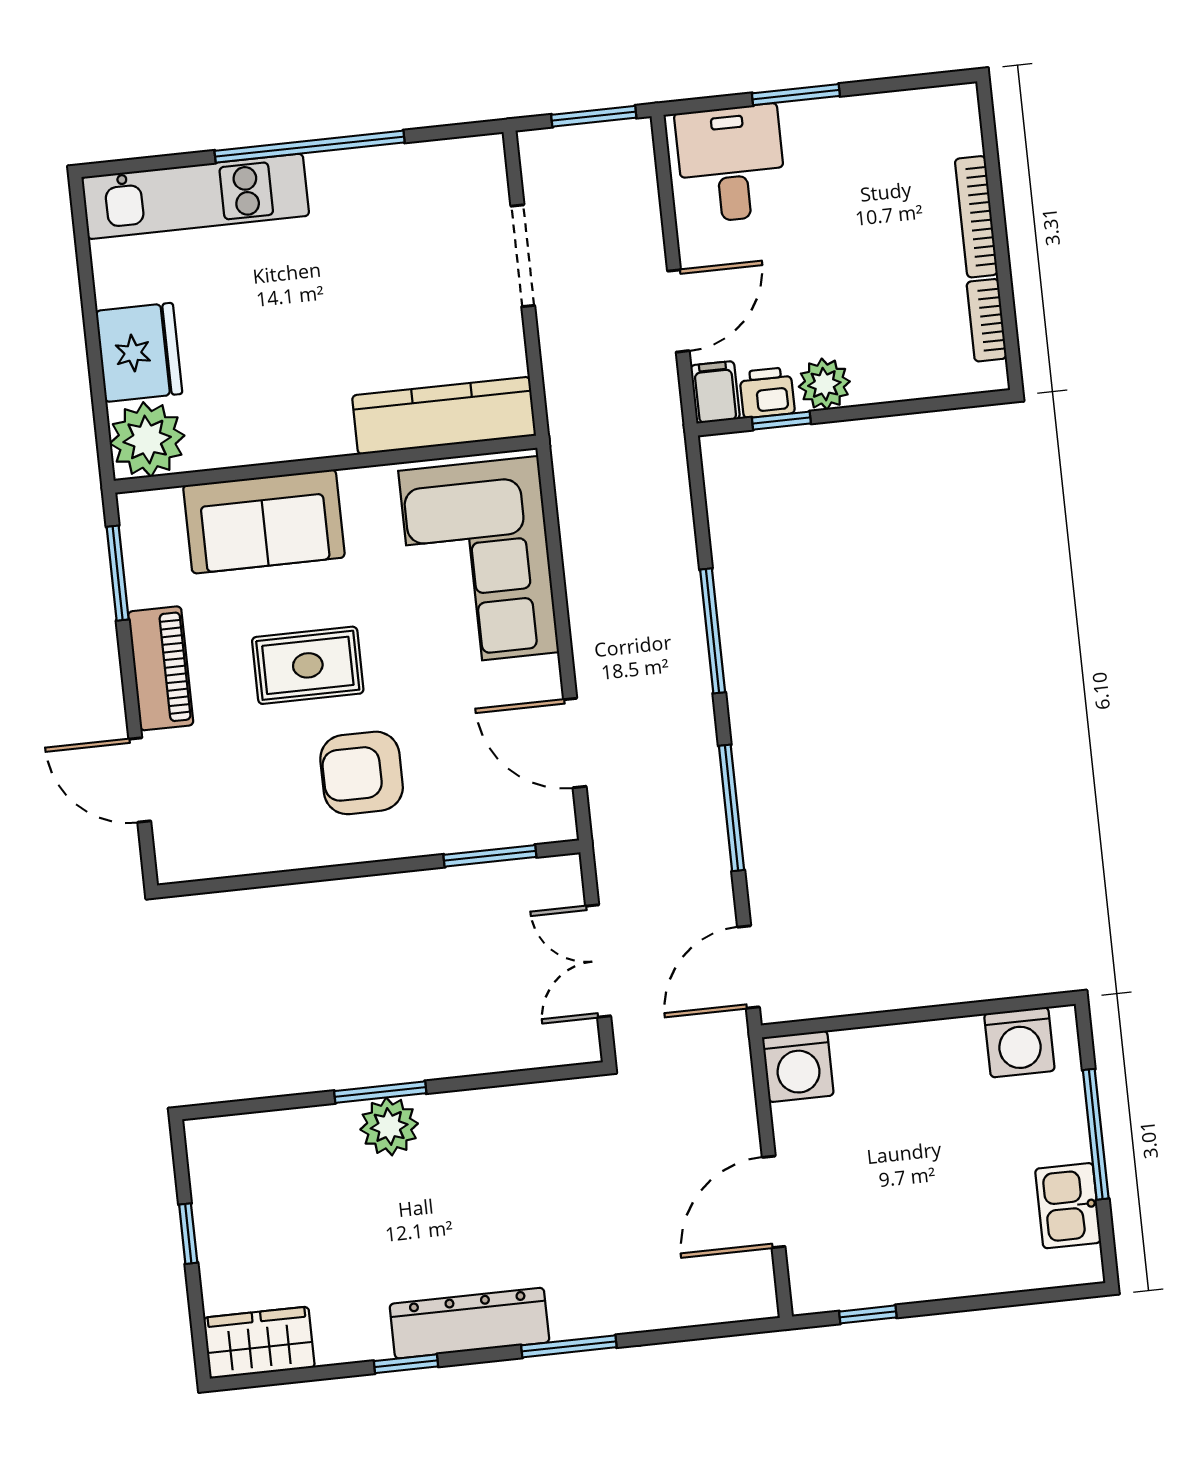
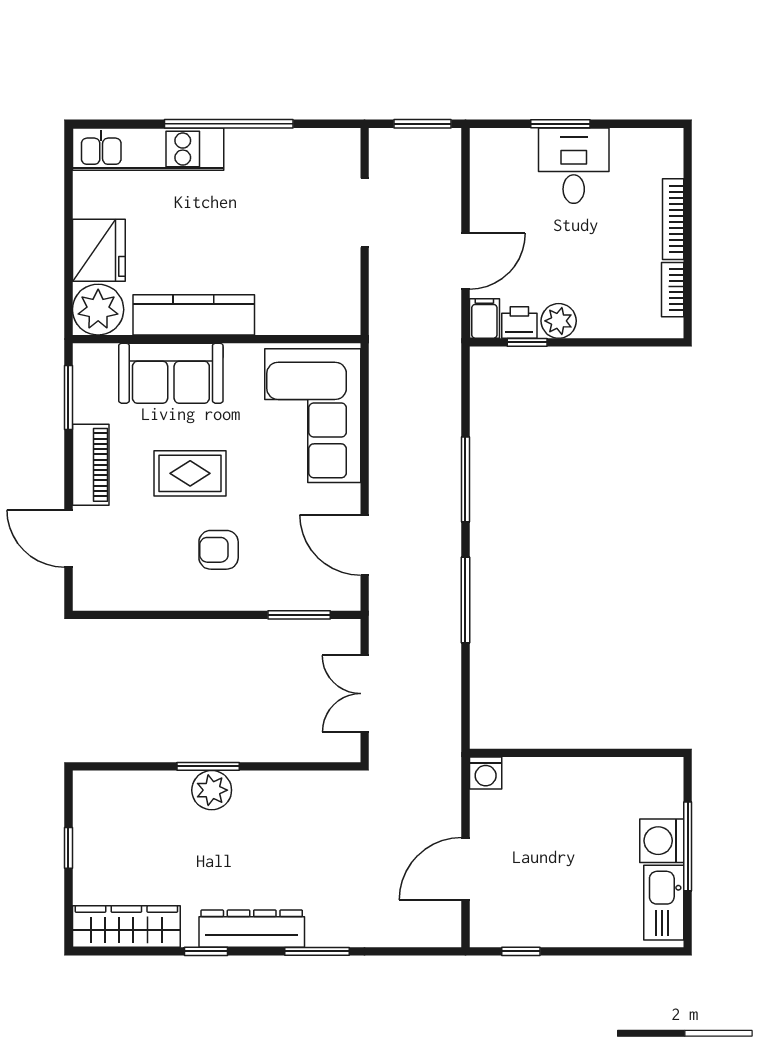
desk: (731, 164) -> (574, 166), moved
kitchen counter: (444, 416) -> (194, 315), moved
armchair: (362, 773) -> (219, 550), width x0.72, depth x0.72
door: (748, 967) -> (465, 709), removed
washing machine: (1019, 1042) -> (662, 841), moved, turned 90
washing machine: (798, 1066) -> (486, 773), width x0.73, depth x0.73
kitchen sink: (1068, 1206) -> (664, 903), width x1.38
wardrobe: (259, 1343) -> (126, 927), width x1.50

